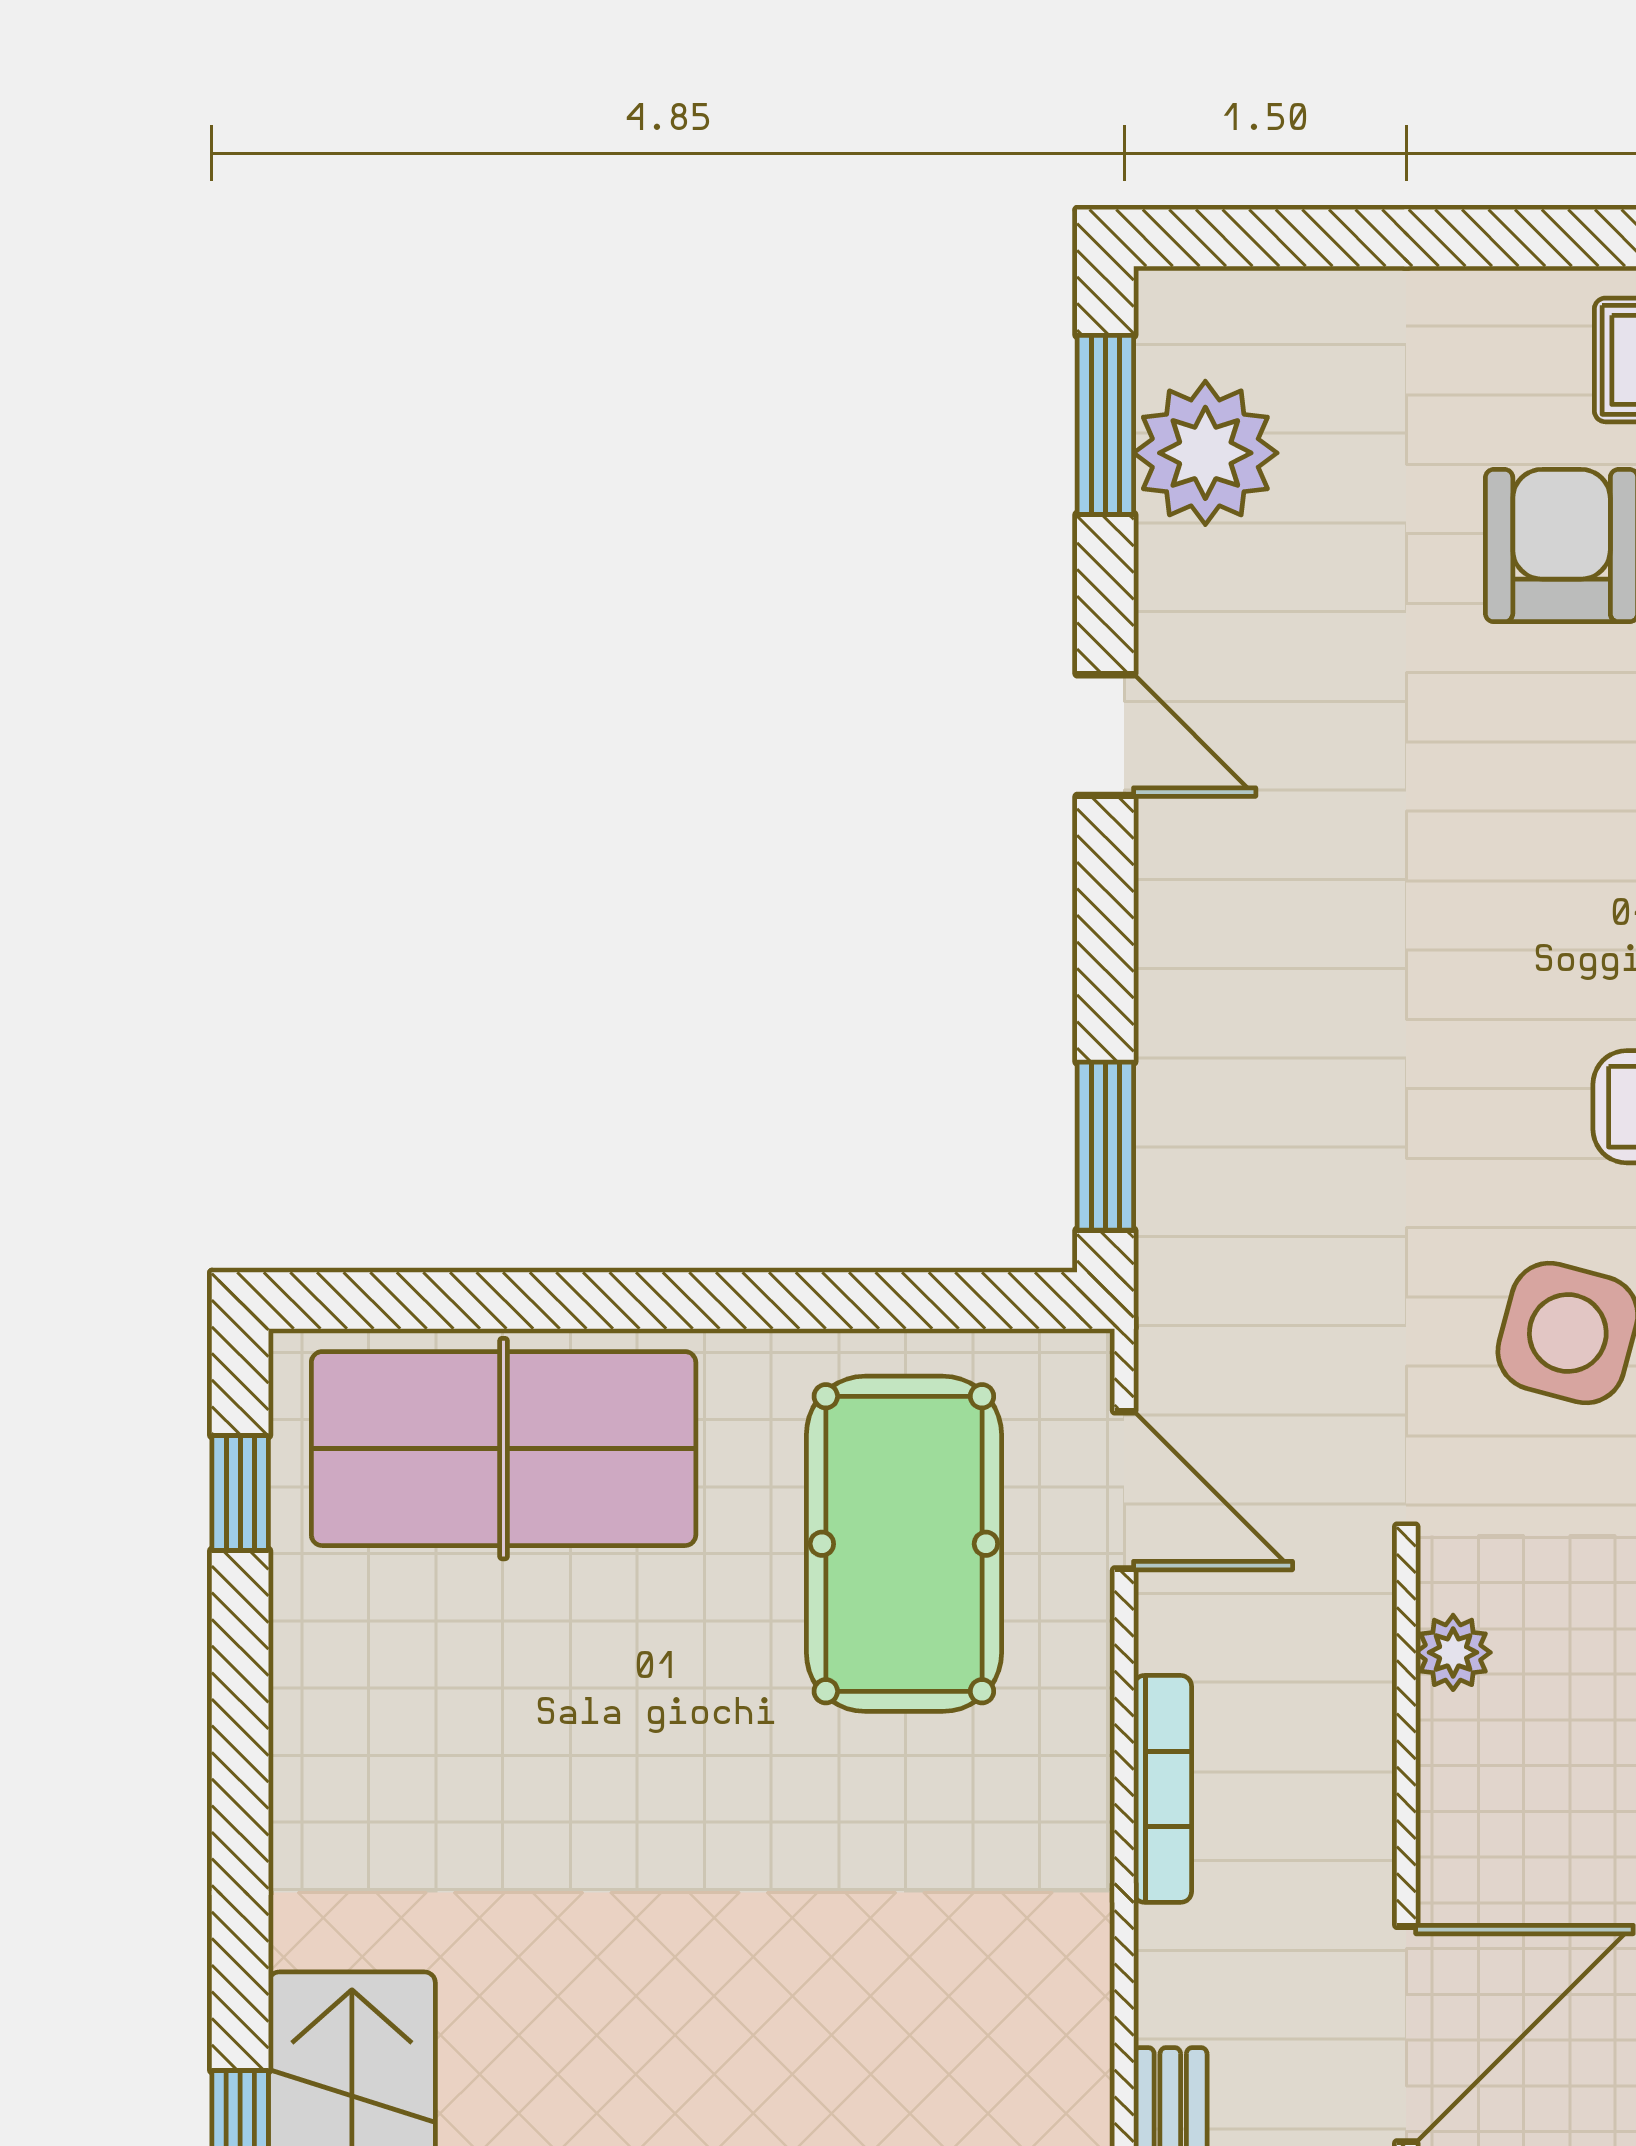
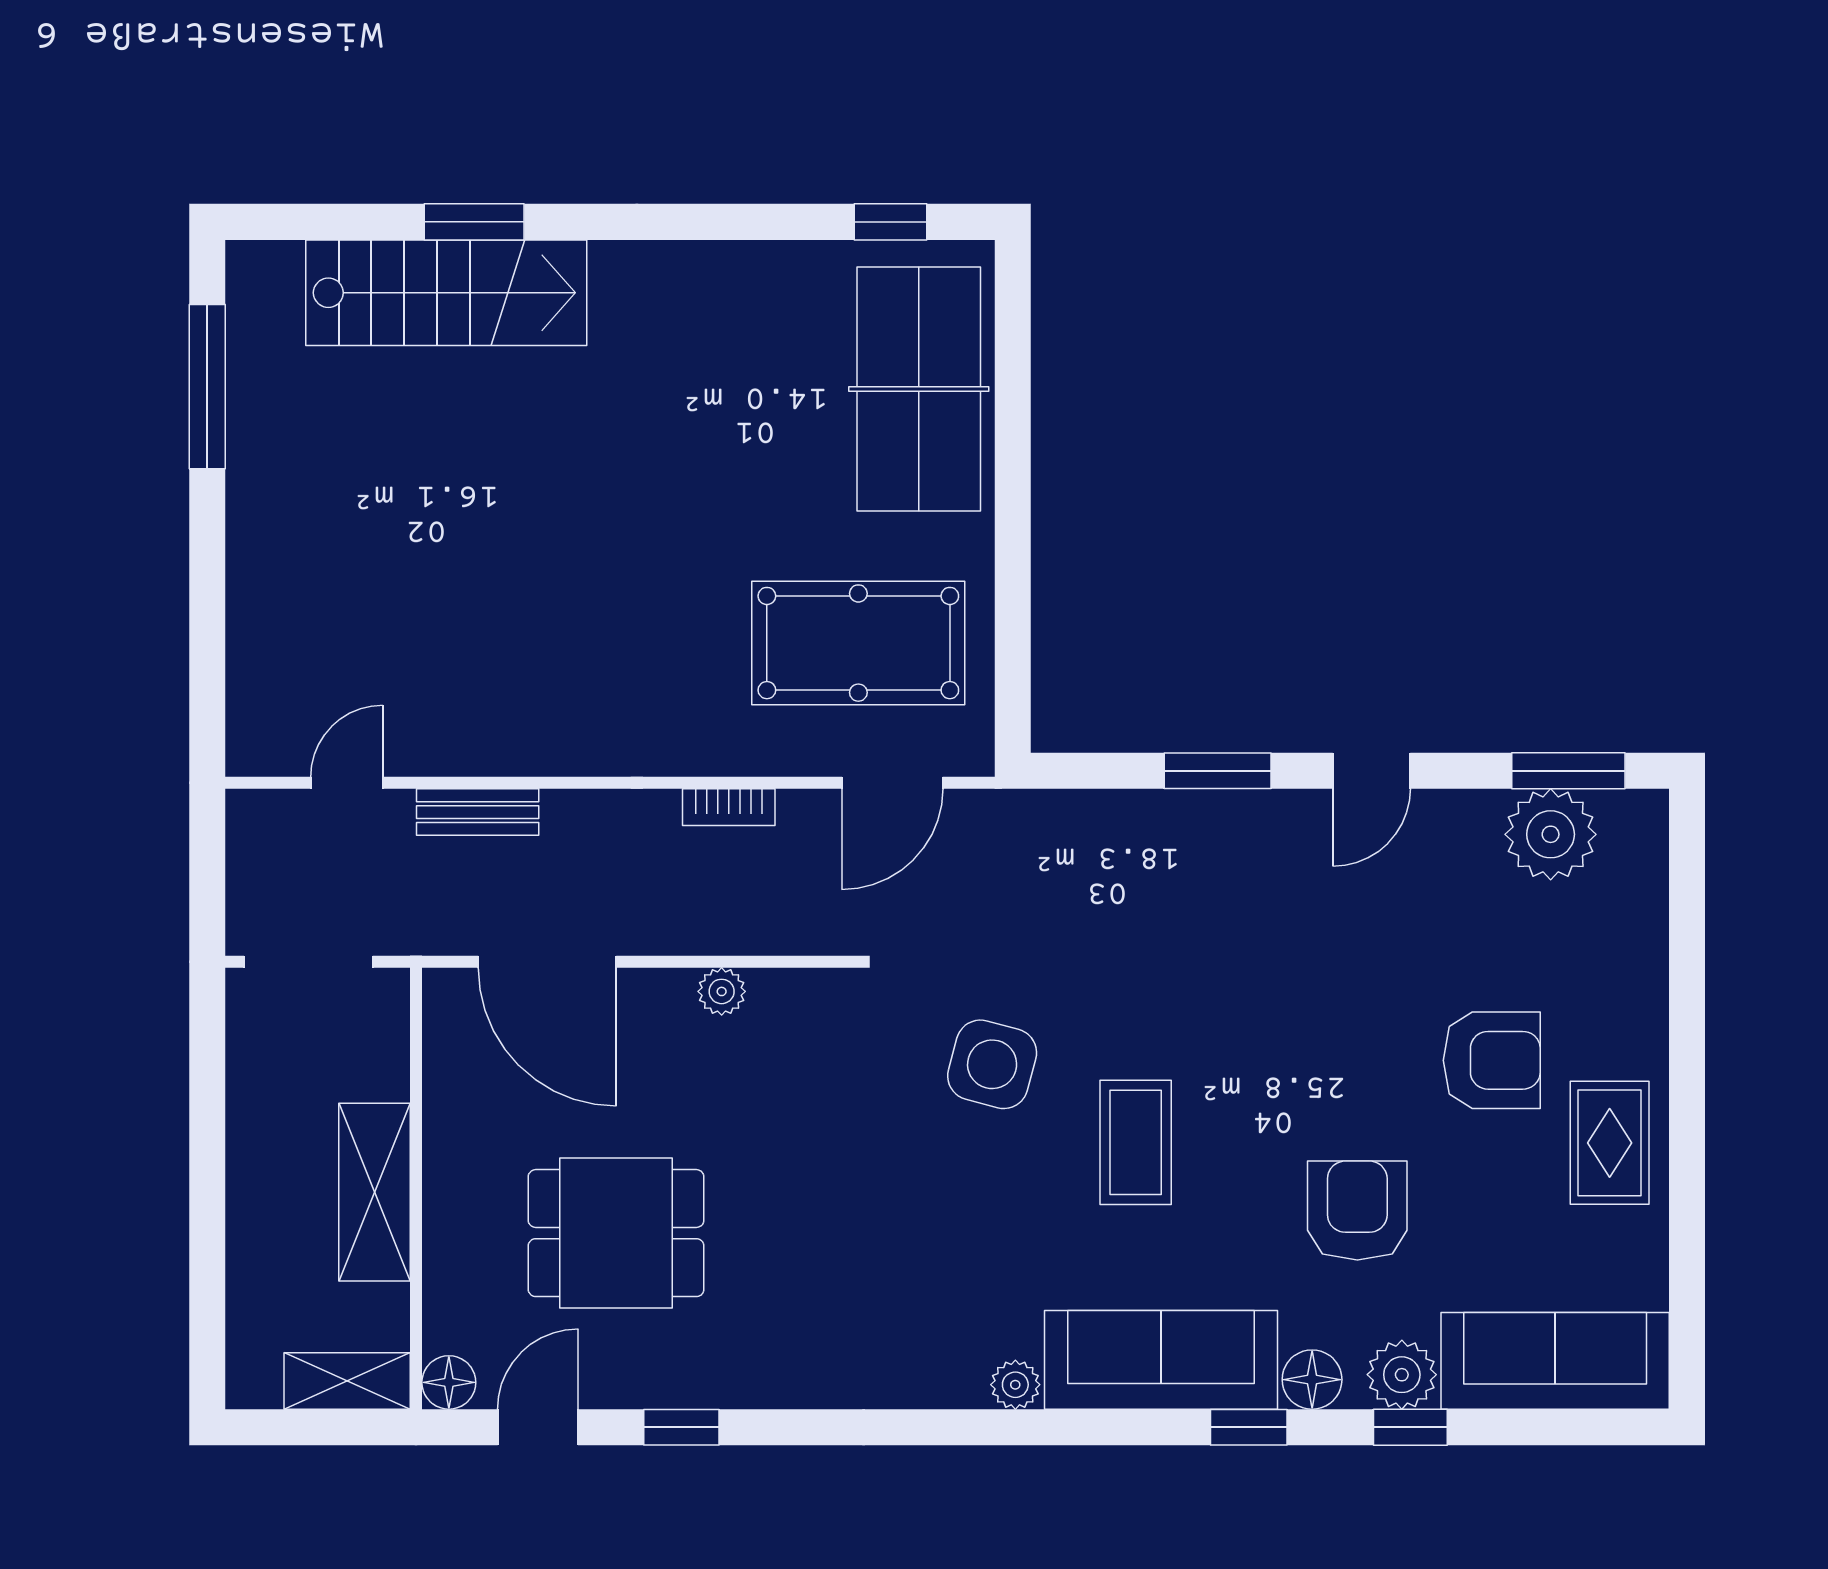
window: (1105, 1146) -> (1218, 771), moved
plant: (1453, 1652) -> (722, 991), moved
bookcase: (1163, 1789) -> (729, 807), width x0.64

